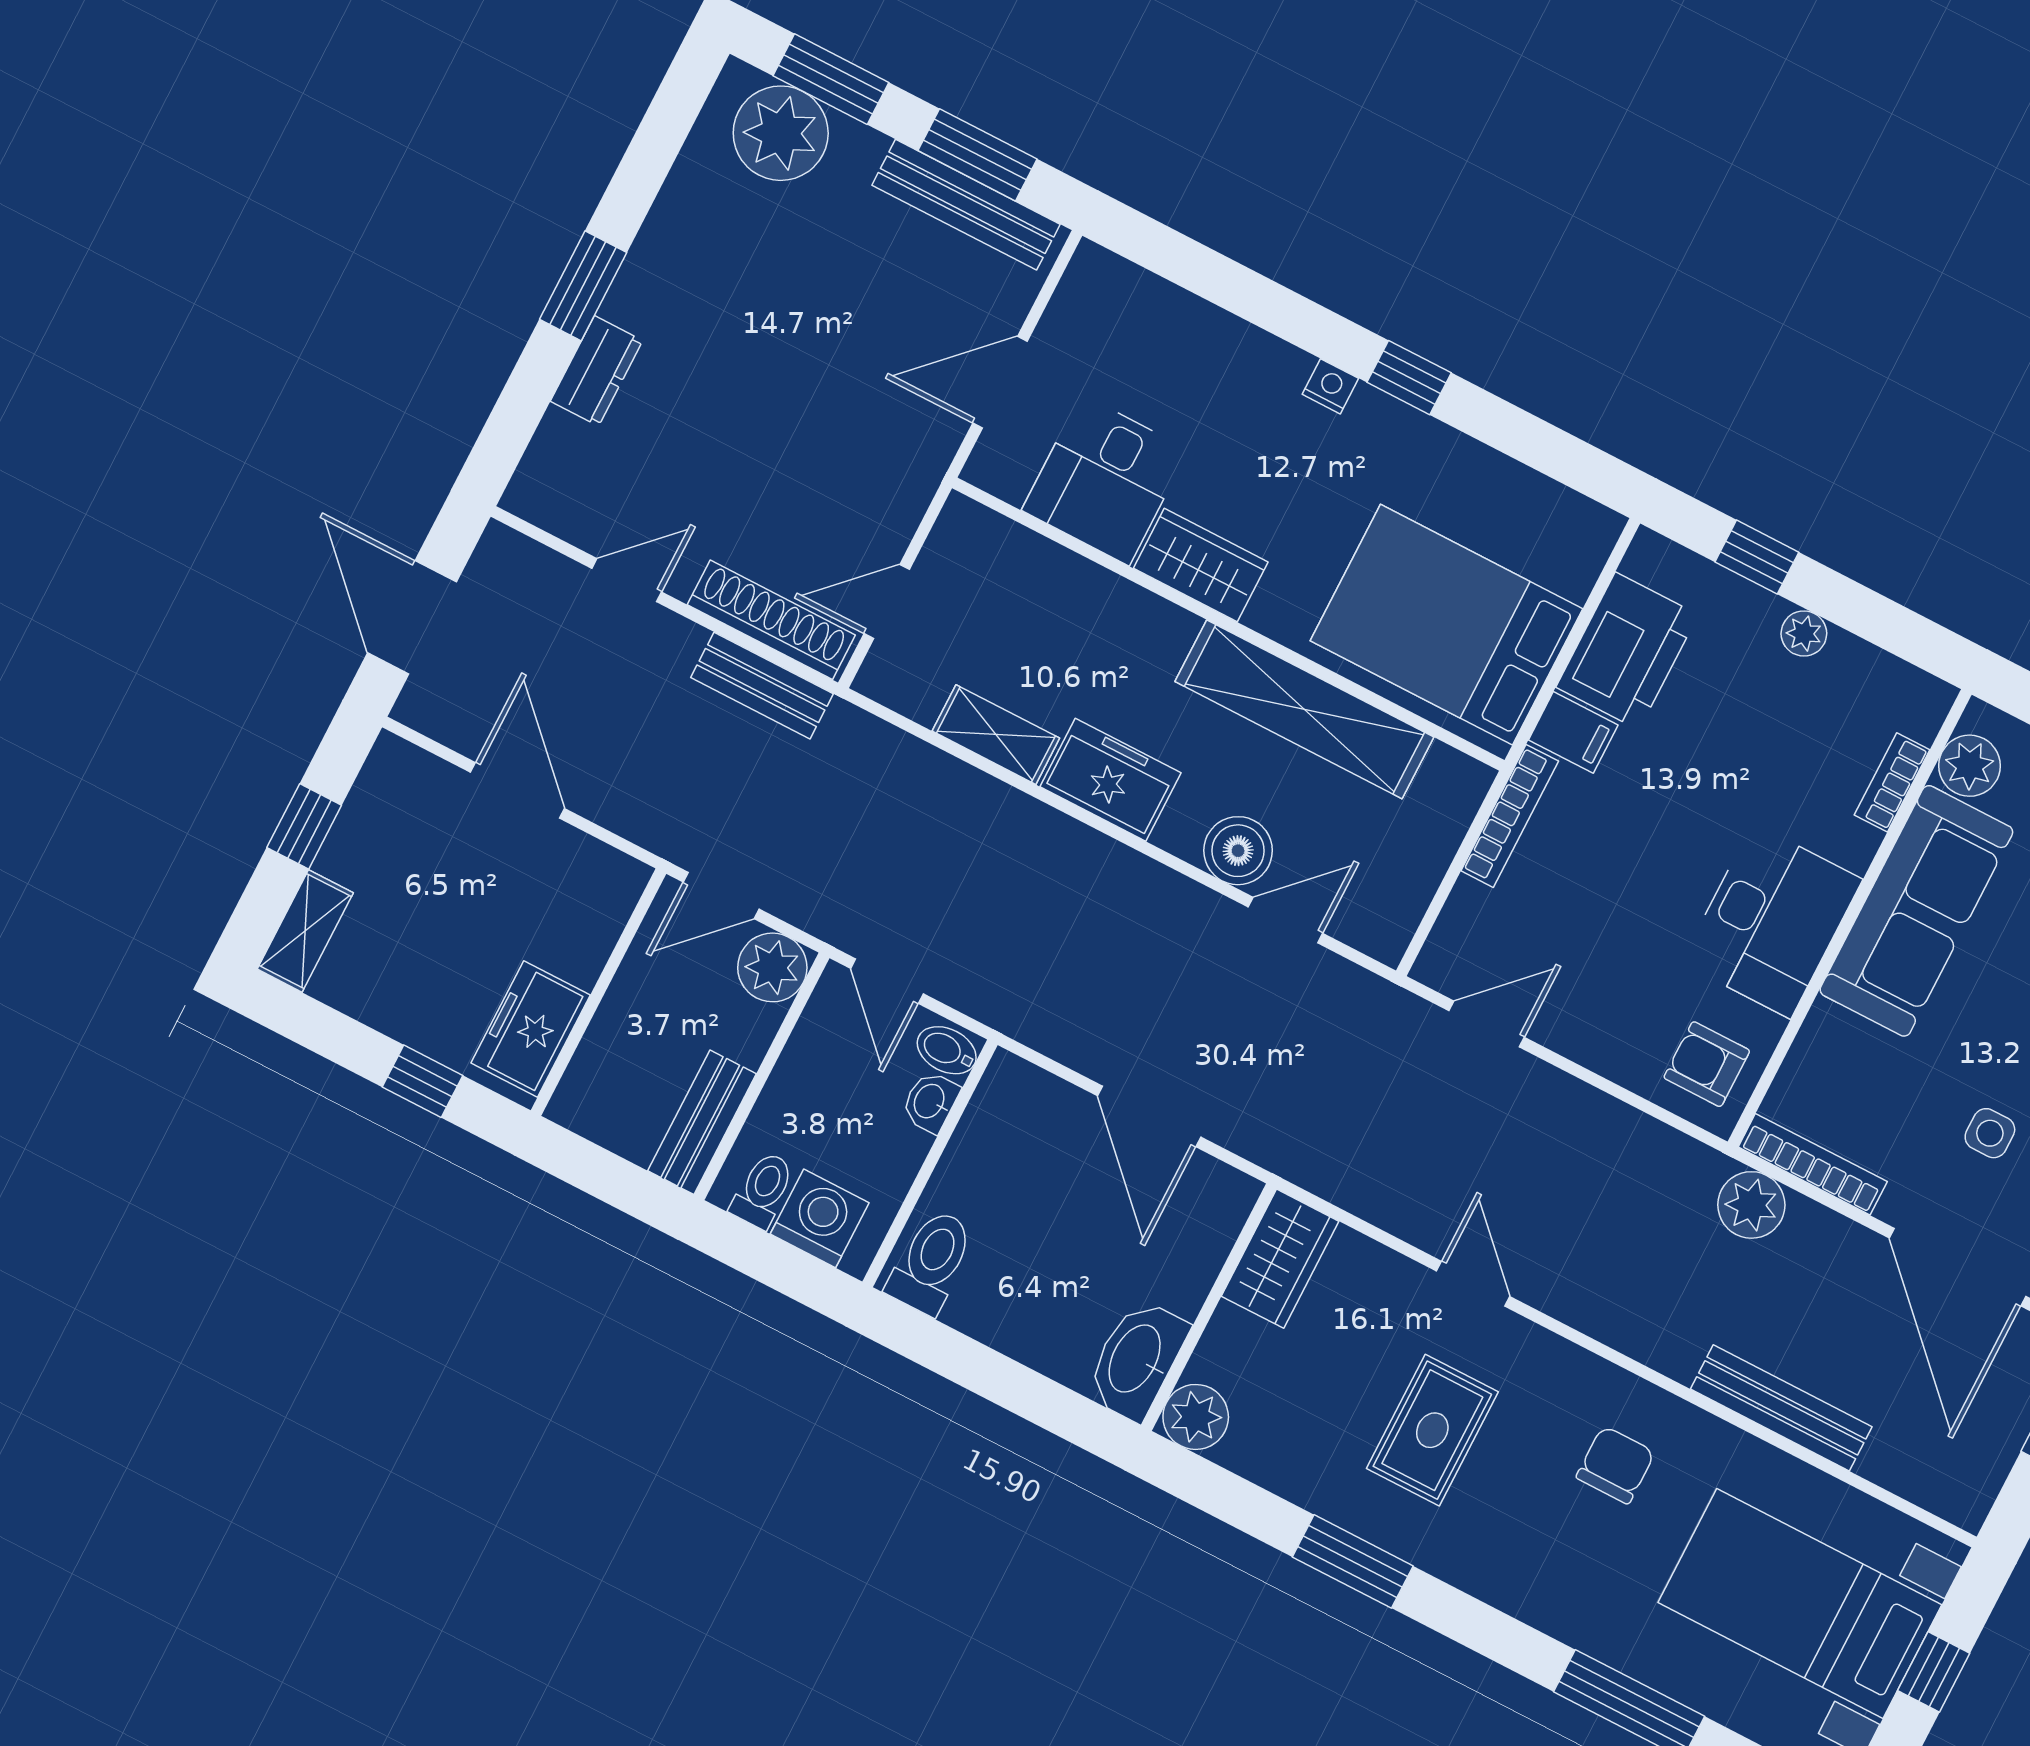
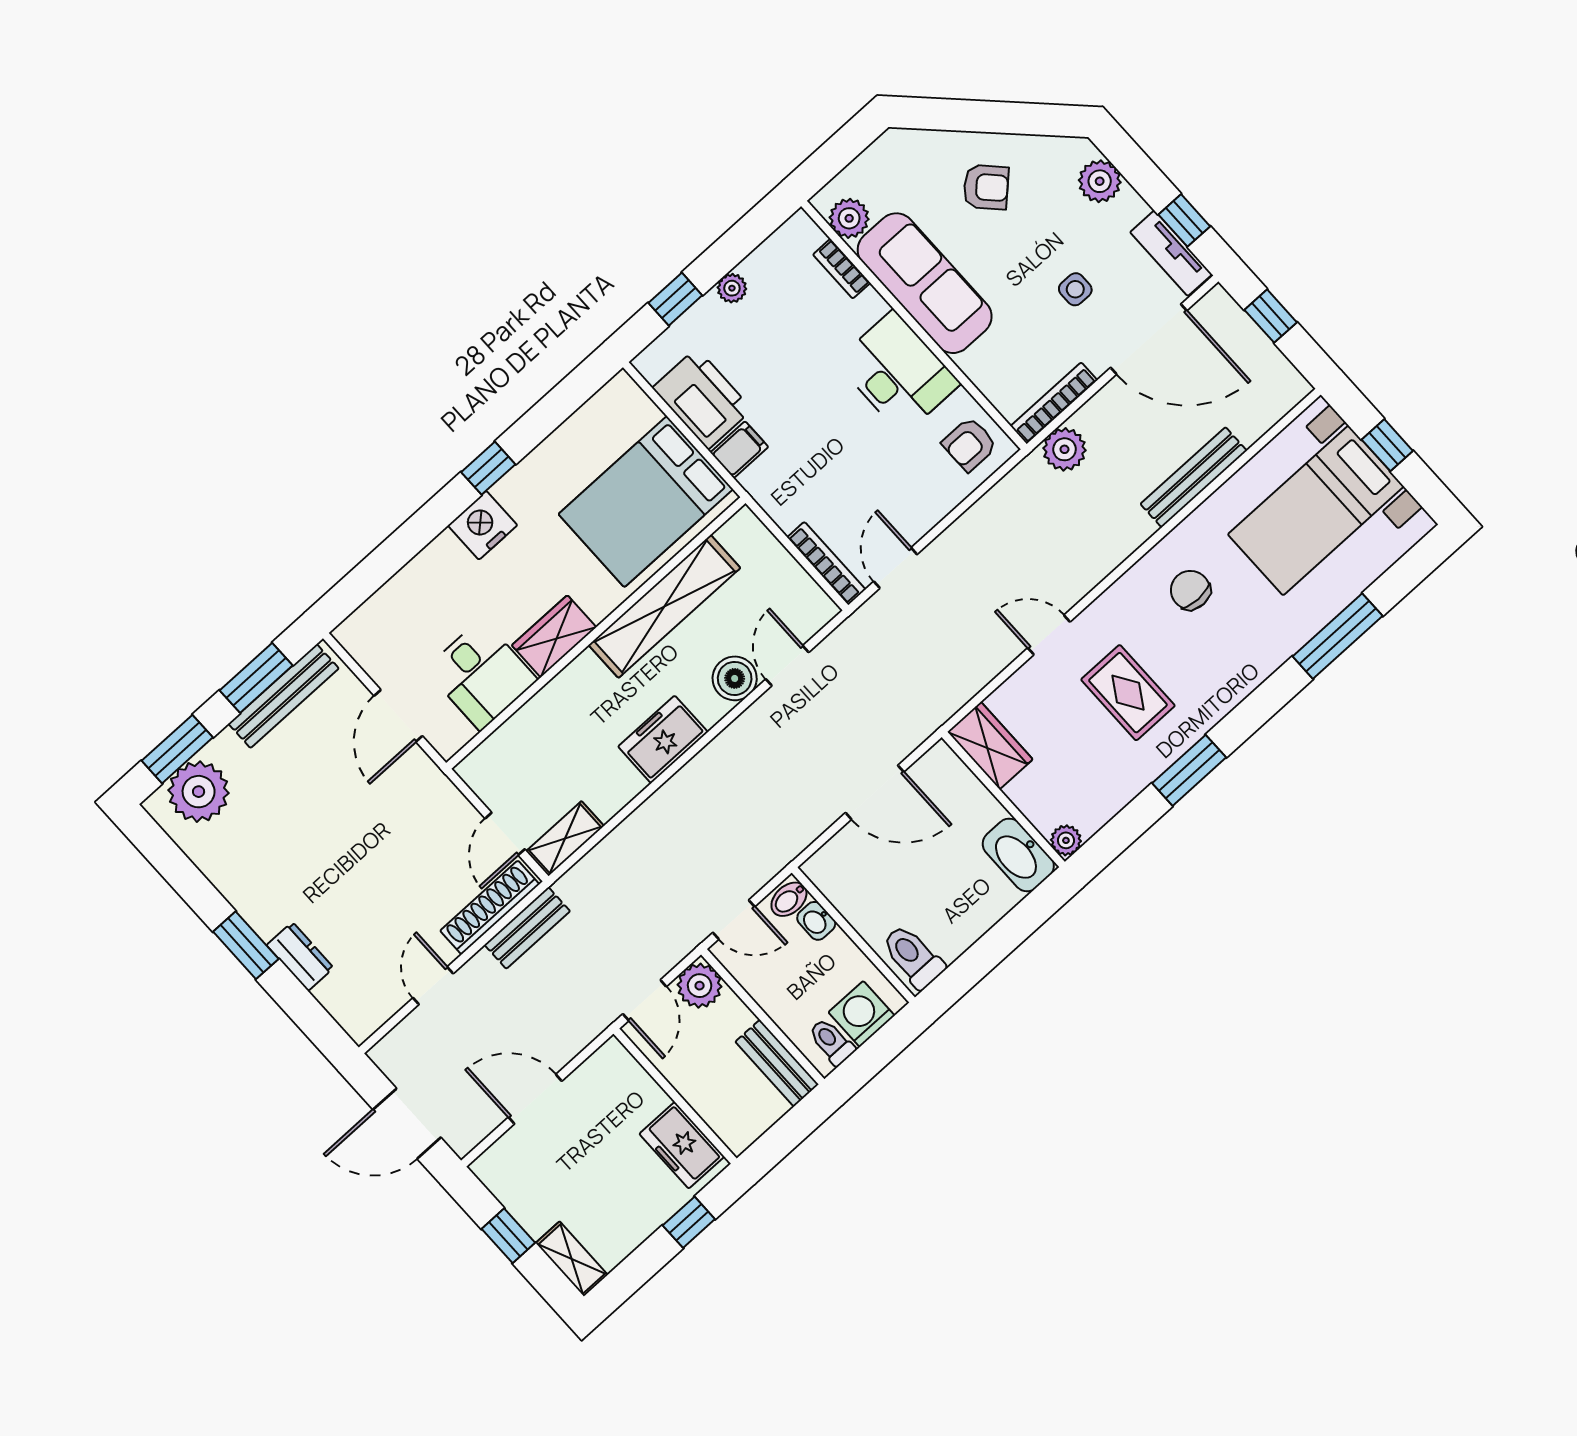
nightstand: (1330, 386) -> (483, 525), width x1.89, depth x1.79
shelving: (996, 735) -> (565, 839), moved
bookcase: (1510, 816) -> (826, 563), moved
plant: (1196, 1417) -> (1066, 840), width x0.73, depth x0.73

